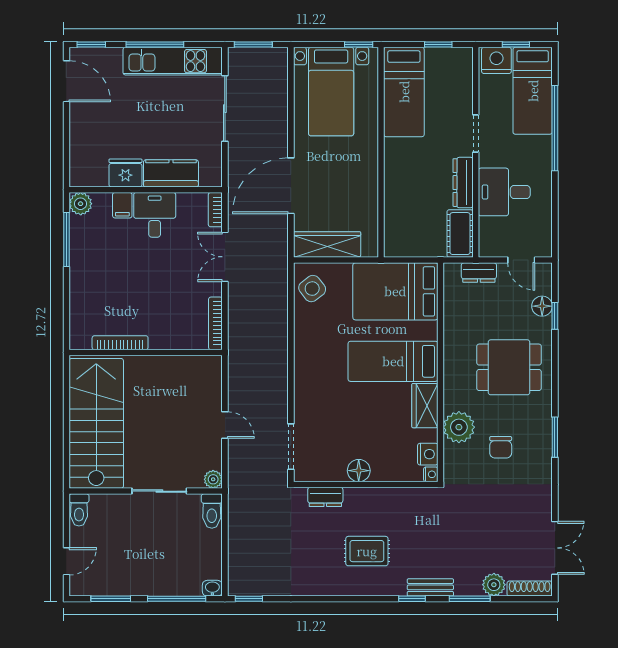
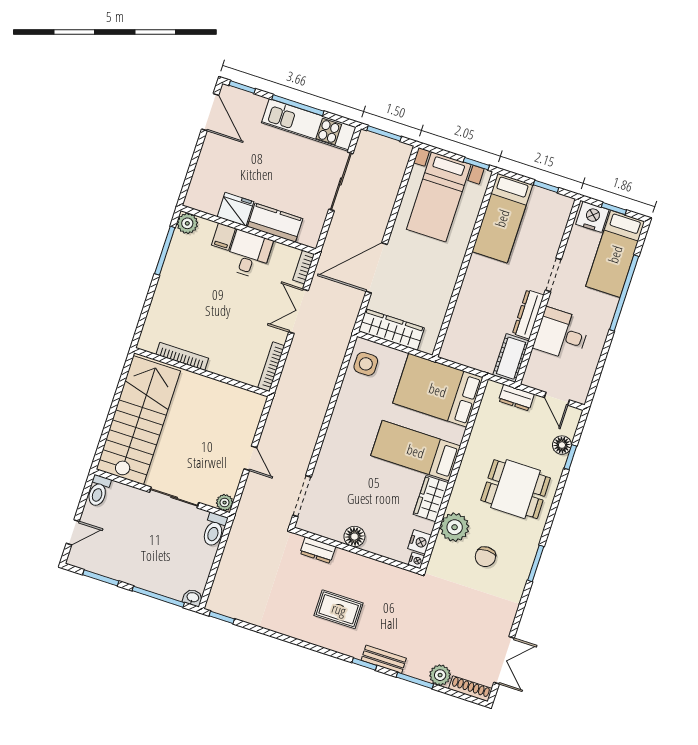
side table: (312, 289) -> (366, 364), turned 38

